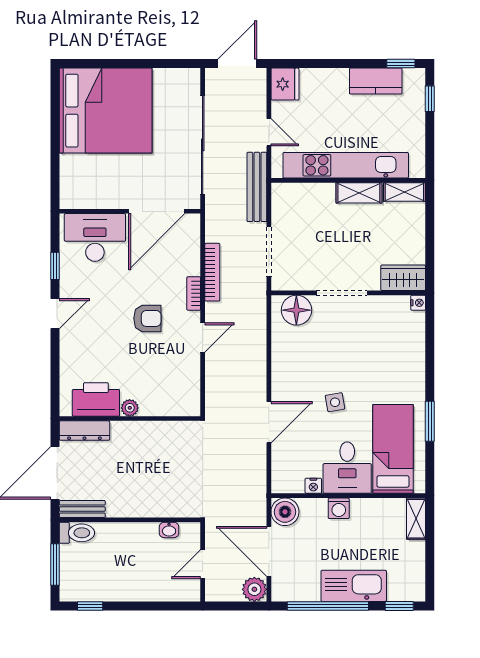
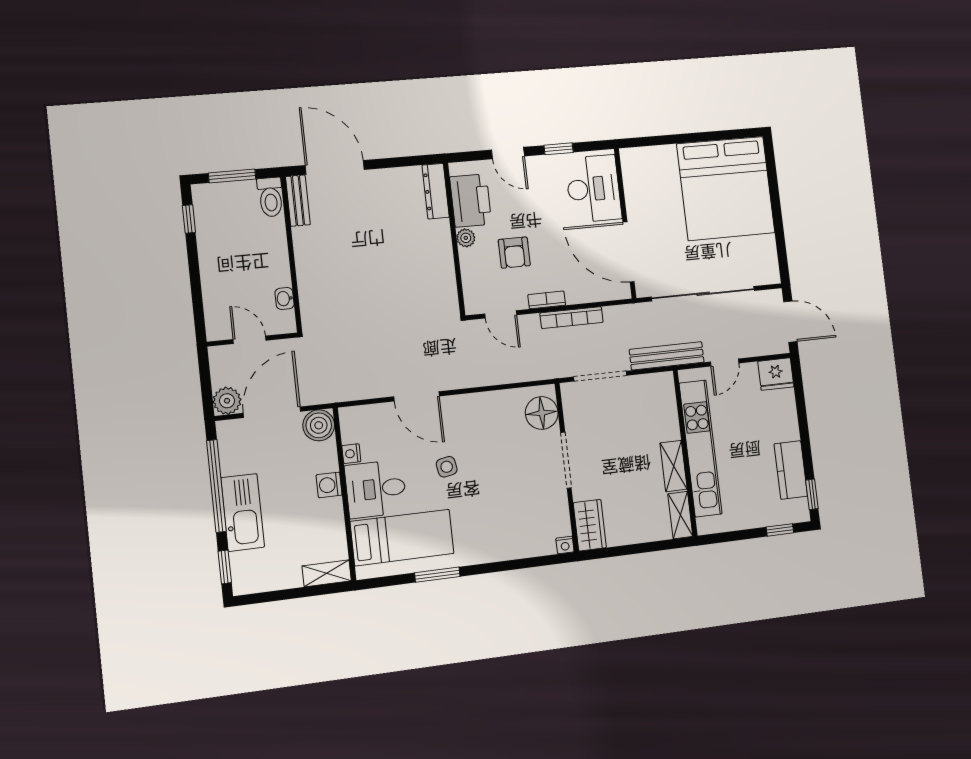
printer: (96, 399) -> (471, 201), moved
plant: (130, 408) -> (466, 238), moved
wall: (130, 419) -> (454, 239), moved
dresser: (84, 431) -> (436, 191), moved

